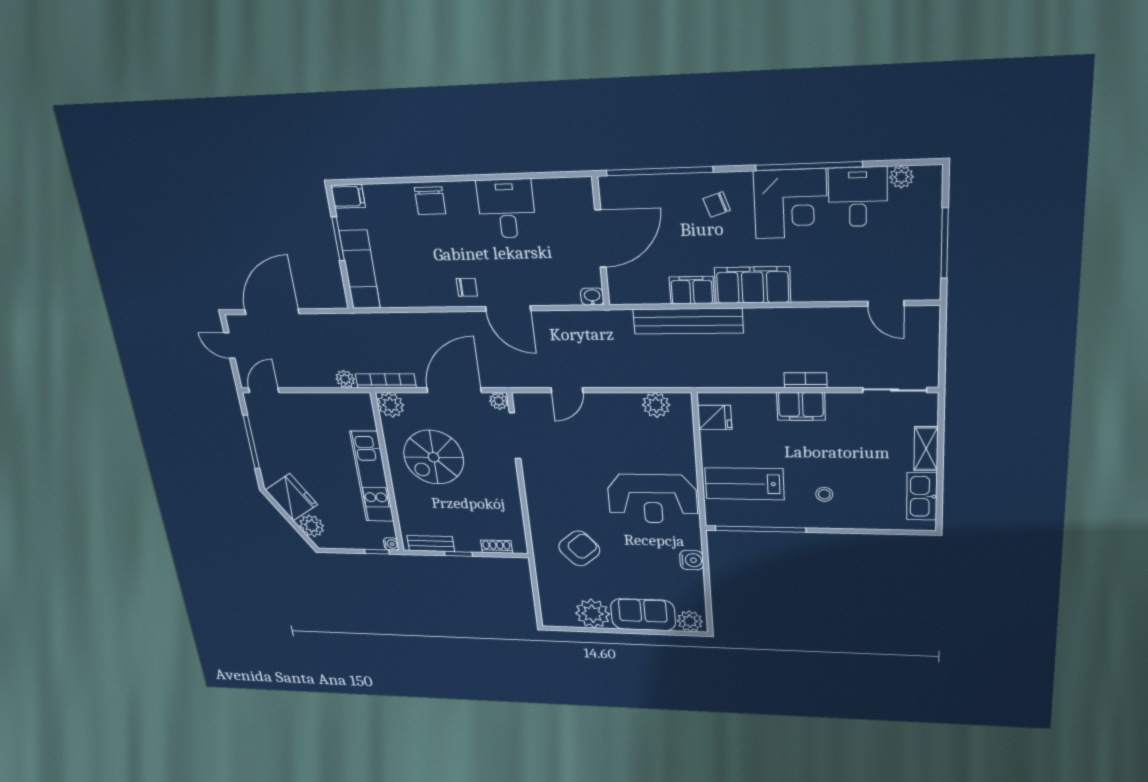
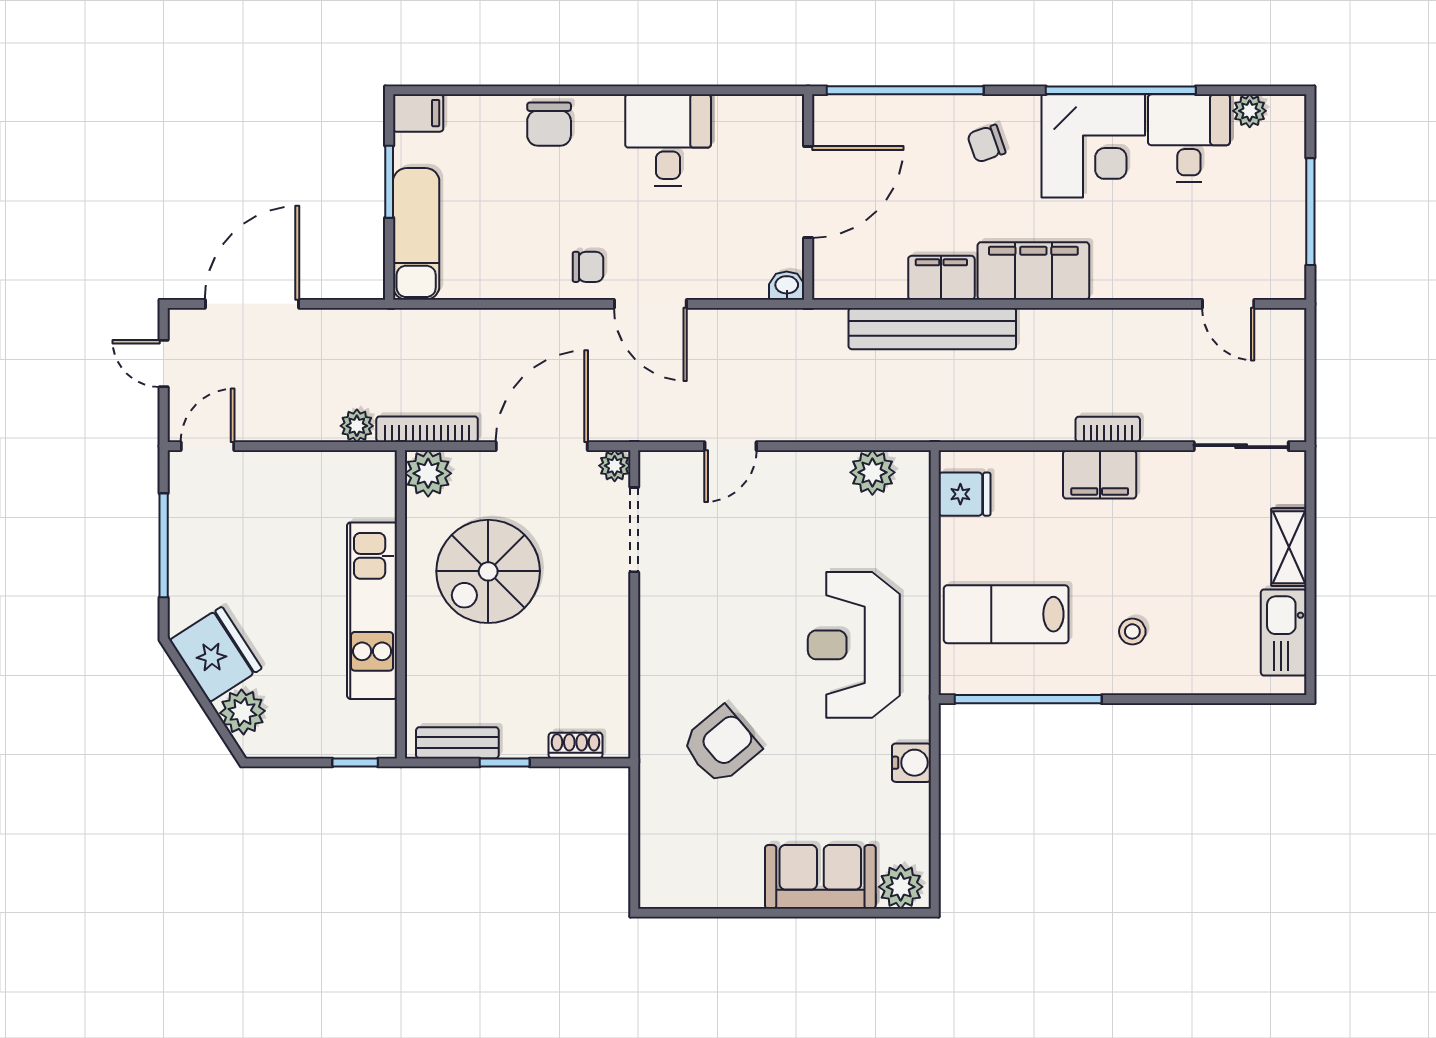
reception desk: (652, 499) -> (854, 645), turned 90
water cooler: (391, 544) -> (384, 746), removed
plant: (593, 614) -> (731, 878), removed

